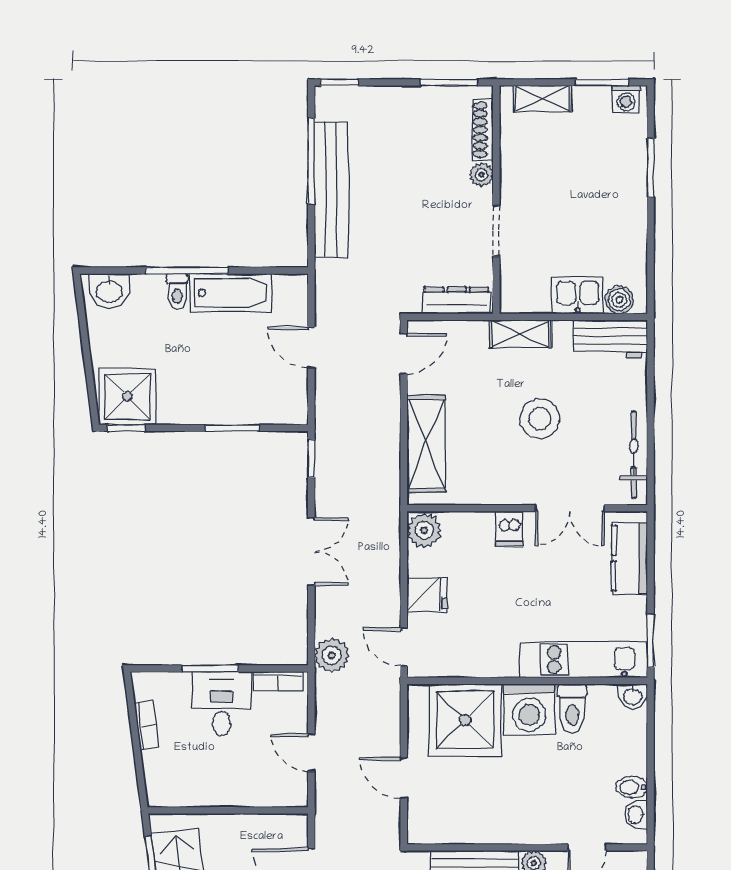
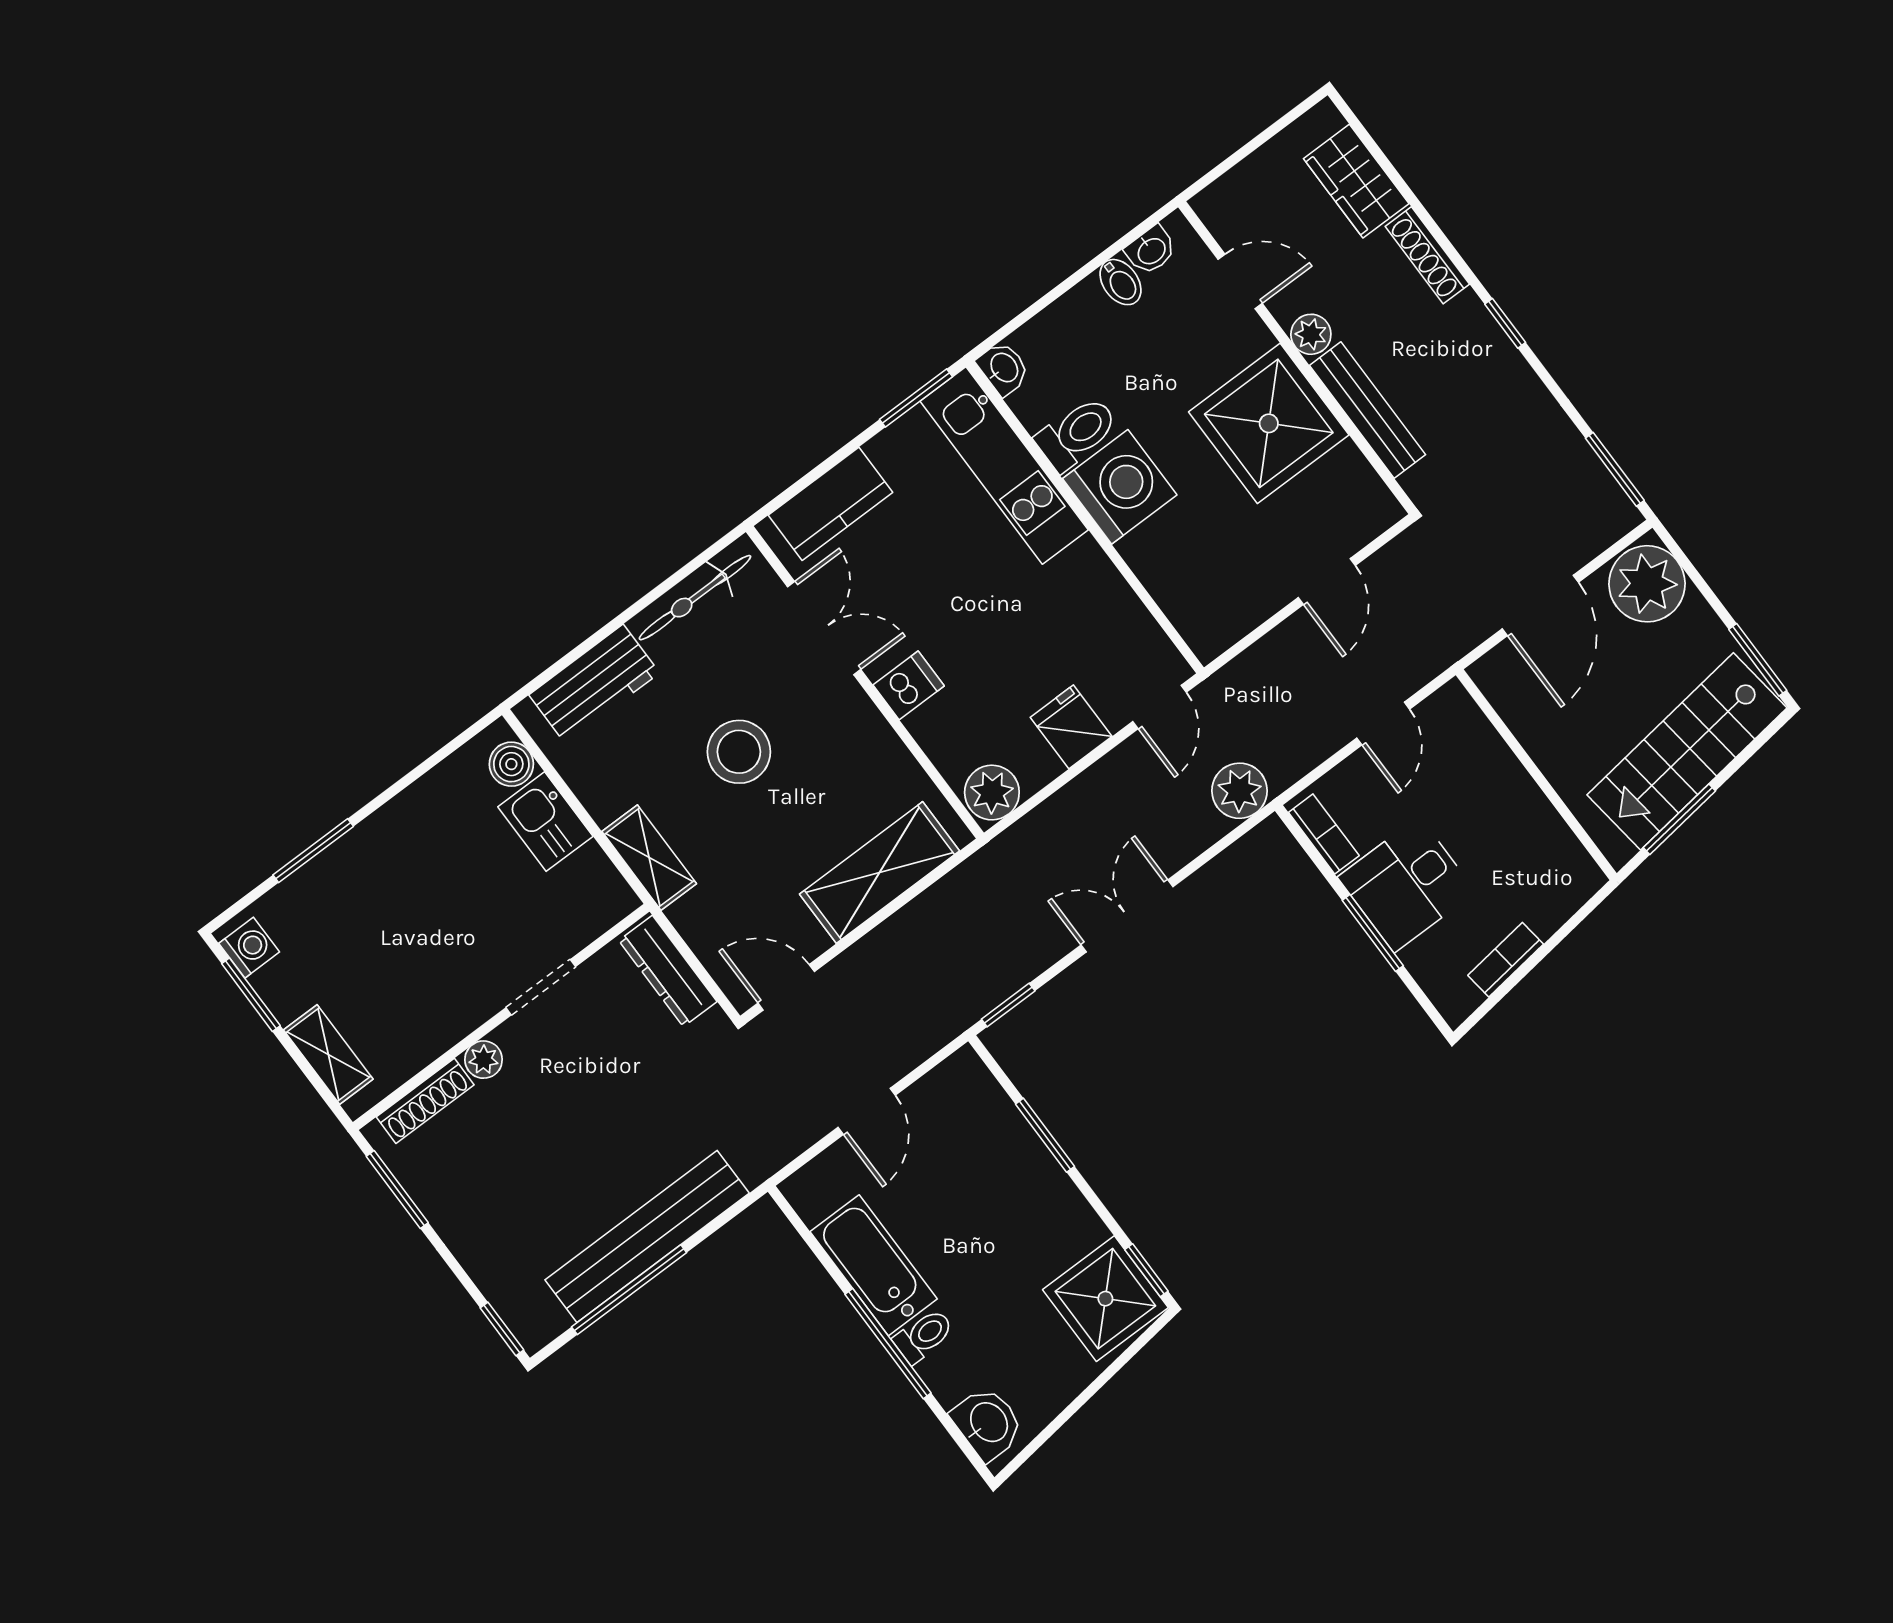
workbench: (610, 339) -> (594, 684), moved, turned 90
shower: (465, 720) -> (1269, 423), moved

